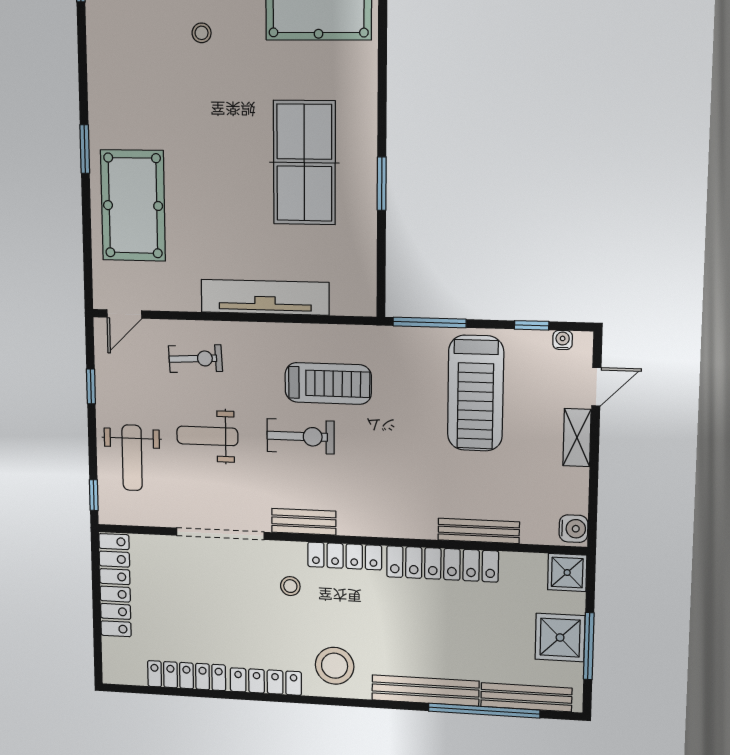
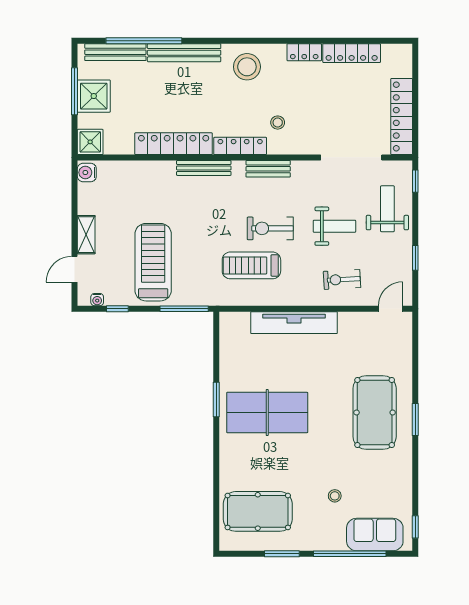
table tennis table: (304, 163) -> (267, 412), turned 90
pool table: (133, 206) -> (375, 412), moved
bench: (479, 531) -> (204, 168), moved
doorway: (220, 534) -> (351, 157), moved
locker: (266, 682) -> (304, 52), width x0.66

